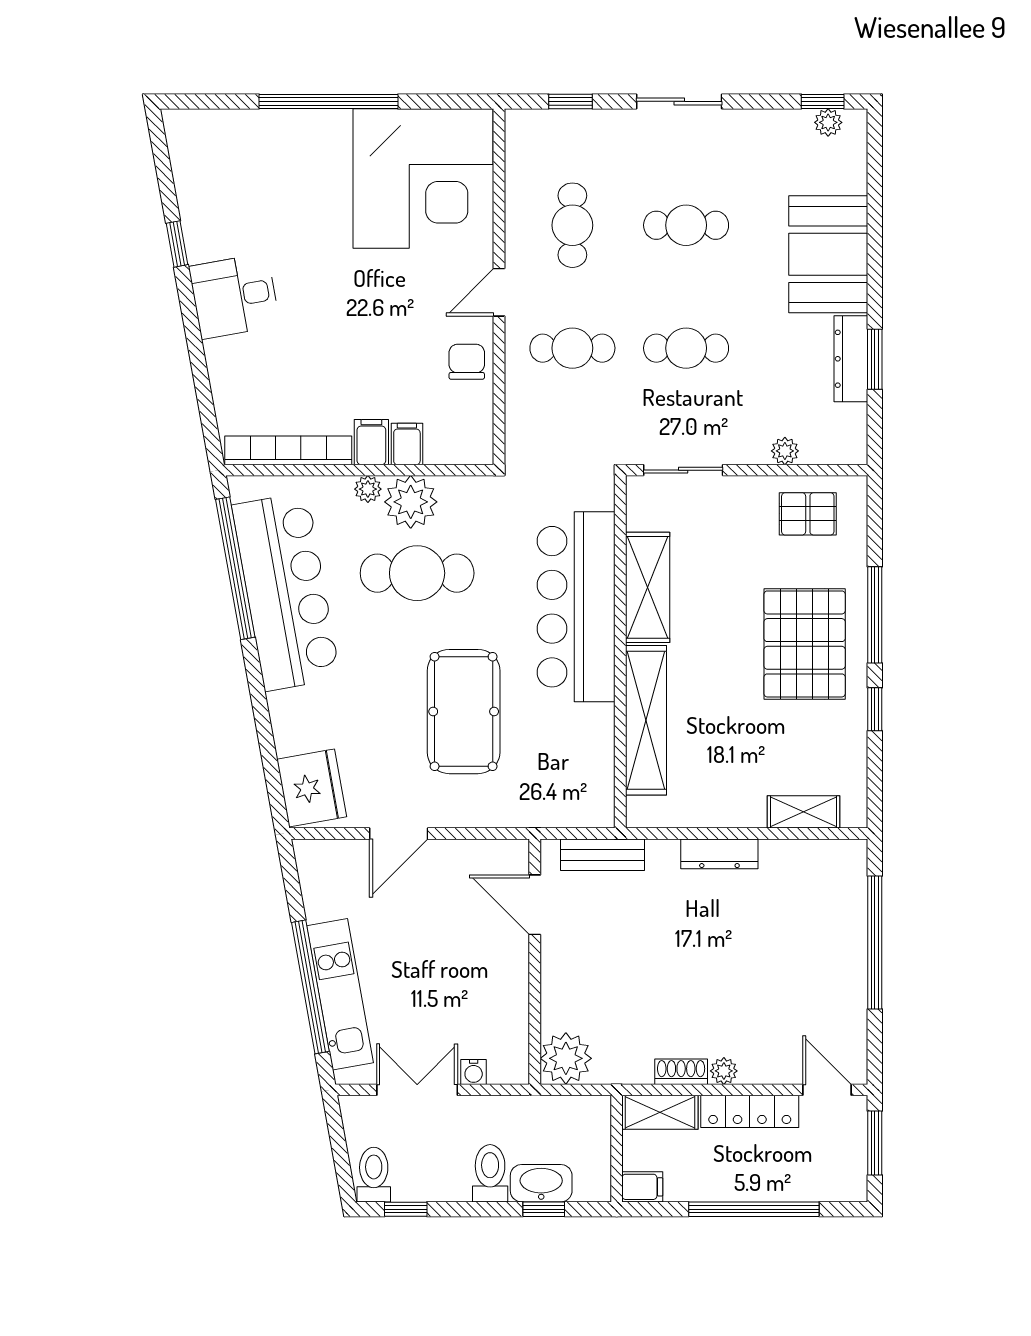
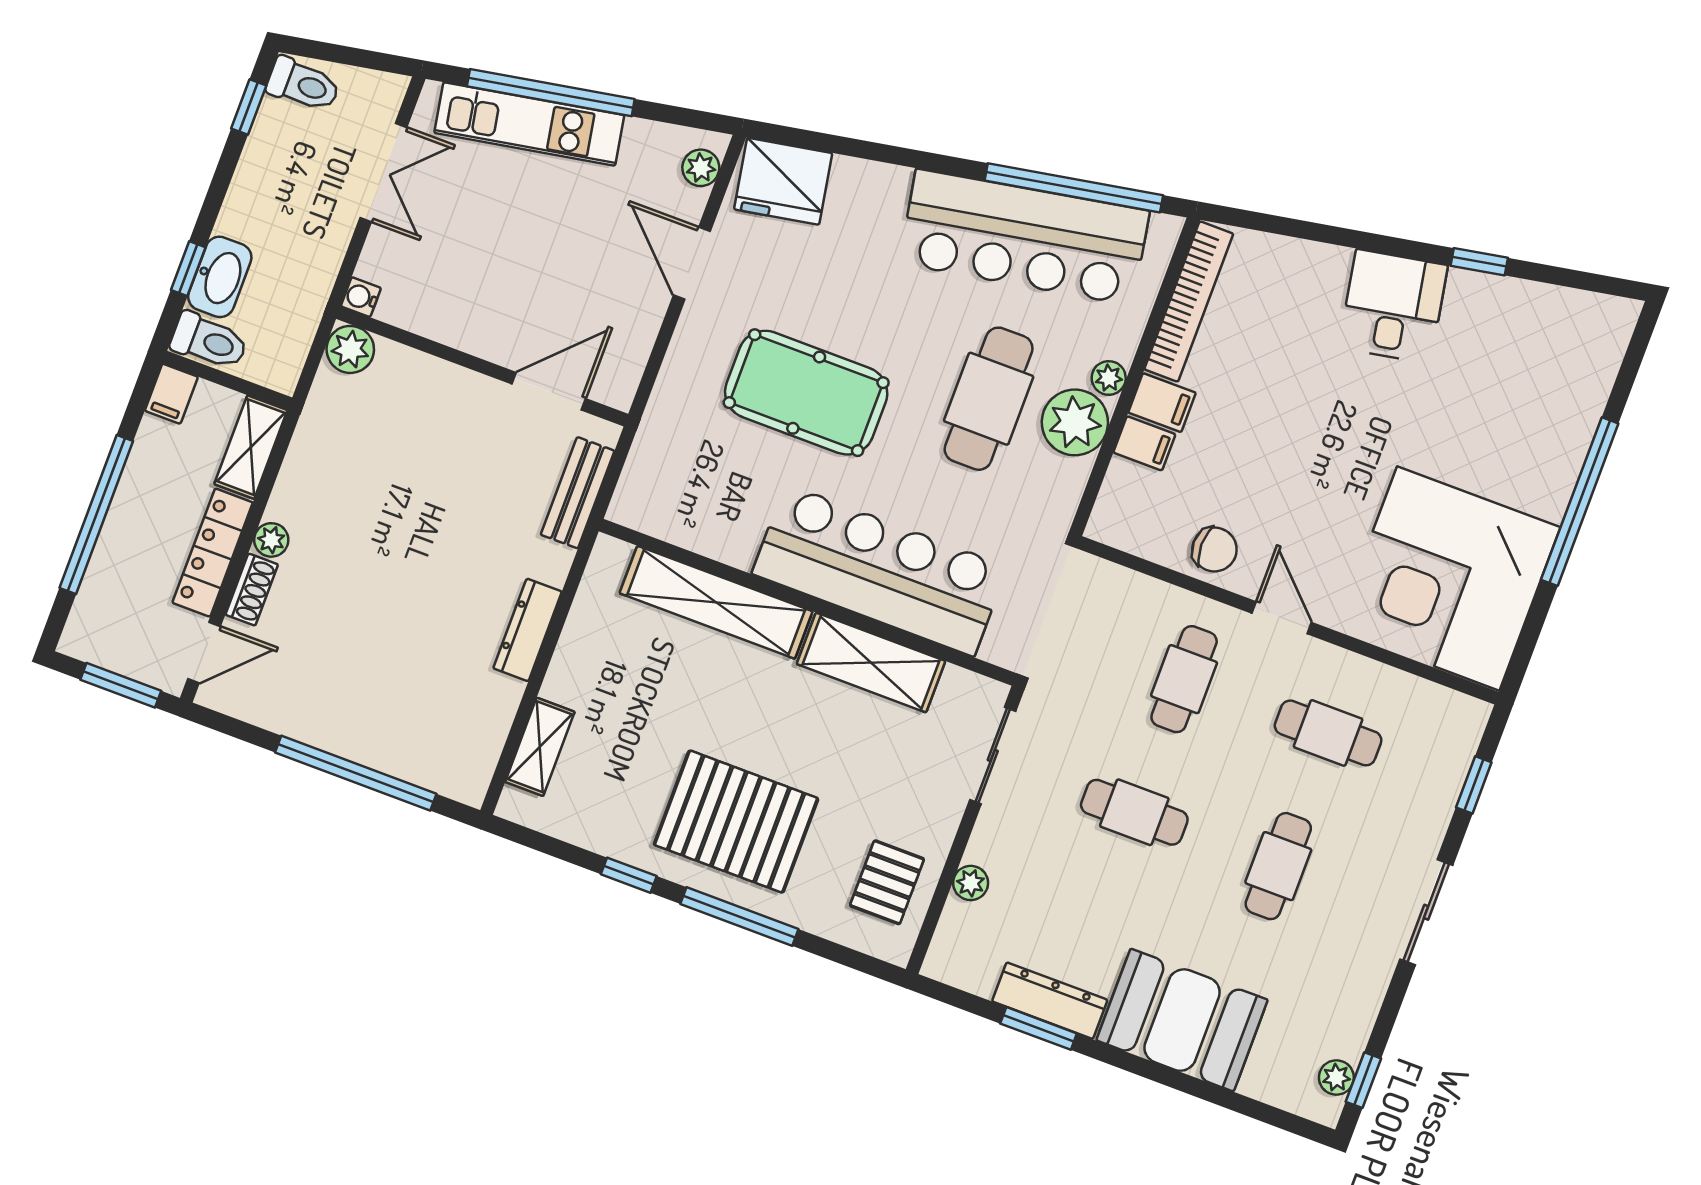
cafe table: (686, 348) -> (1134, 812), turned 90
plant: (325, 853) -> (701, 168), added
plant: (566, 1058) -> (350, 349), width x0.73, depth x0.73
water cooler: (474, 1072) -> (361, 297), moved
shoe rack: (681, 1072) -> (252, 590), moved
toilet: (490, 1173) -> (209, 341), moved

